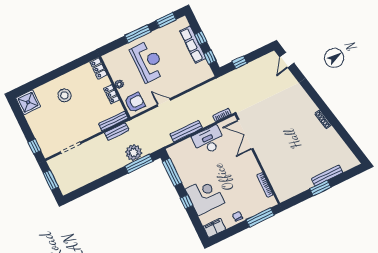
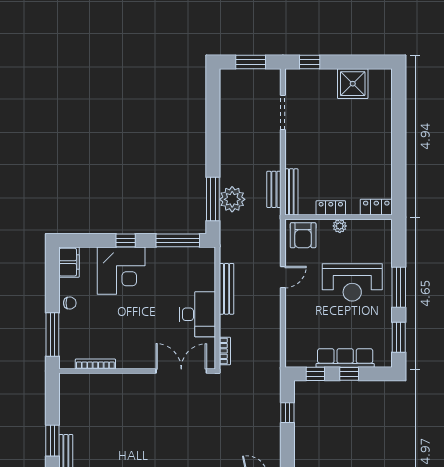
stool: (64, 95) -> (362, 140), removed
shower: (28, 102) -> (353, 84), moved

